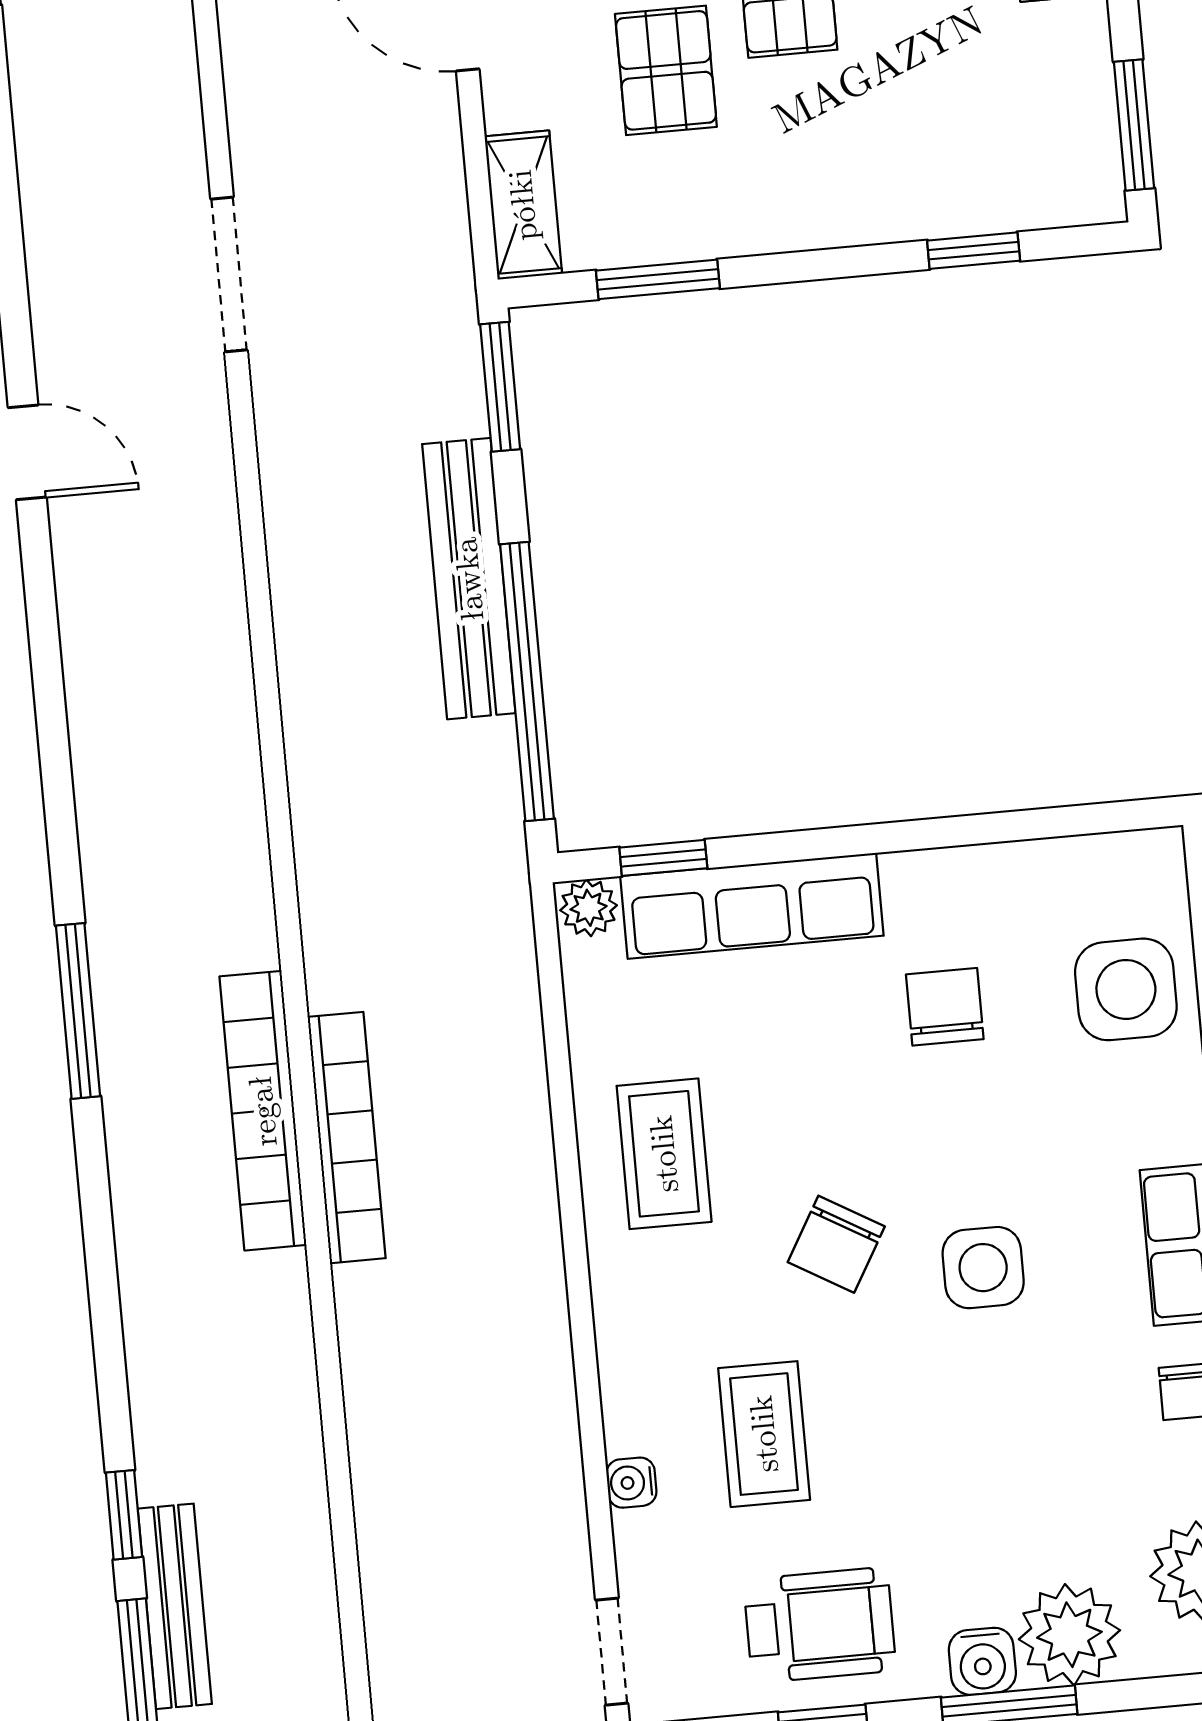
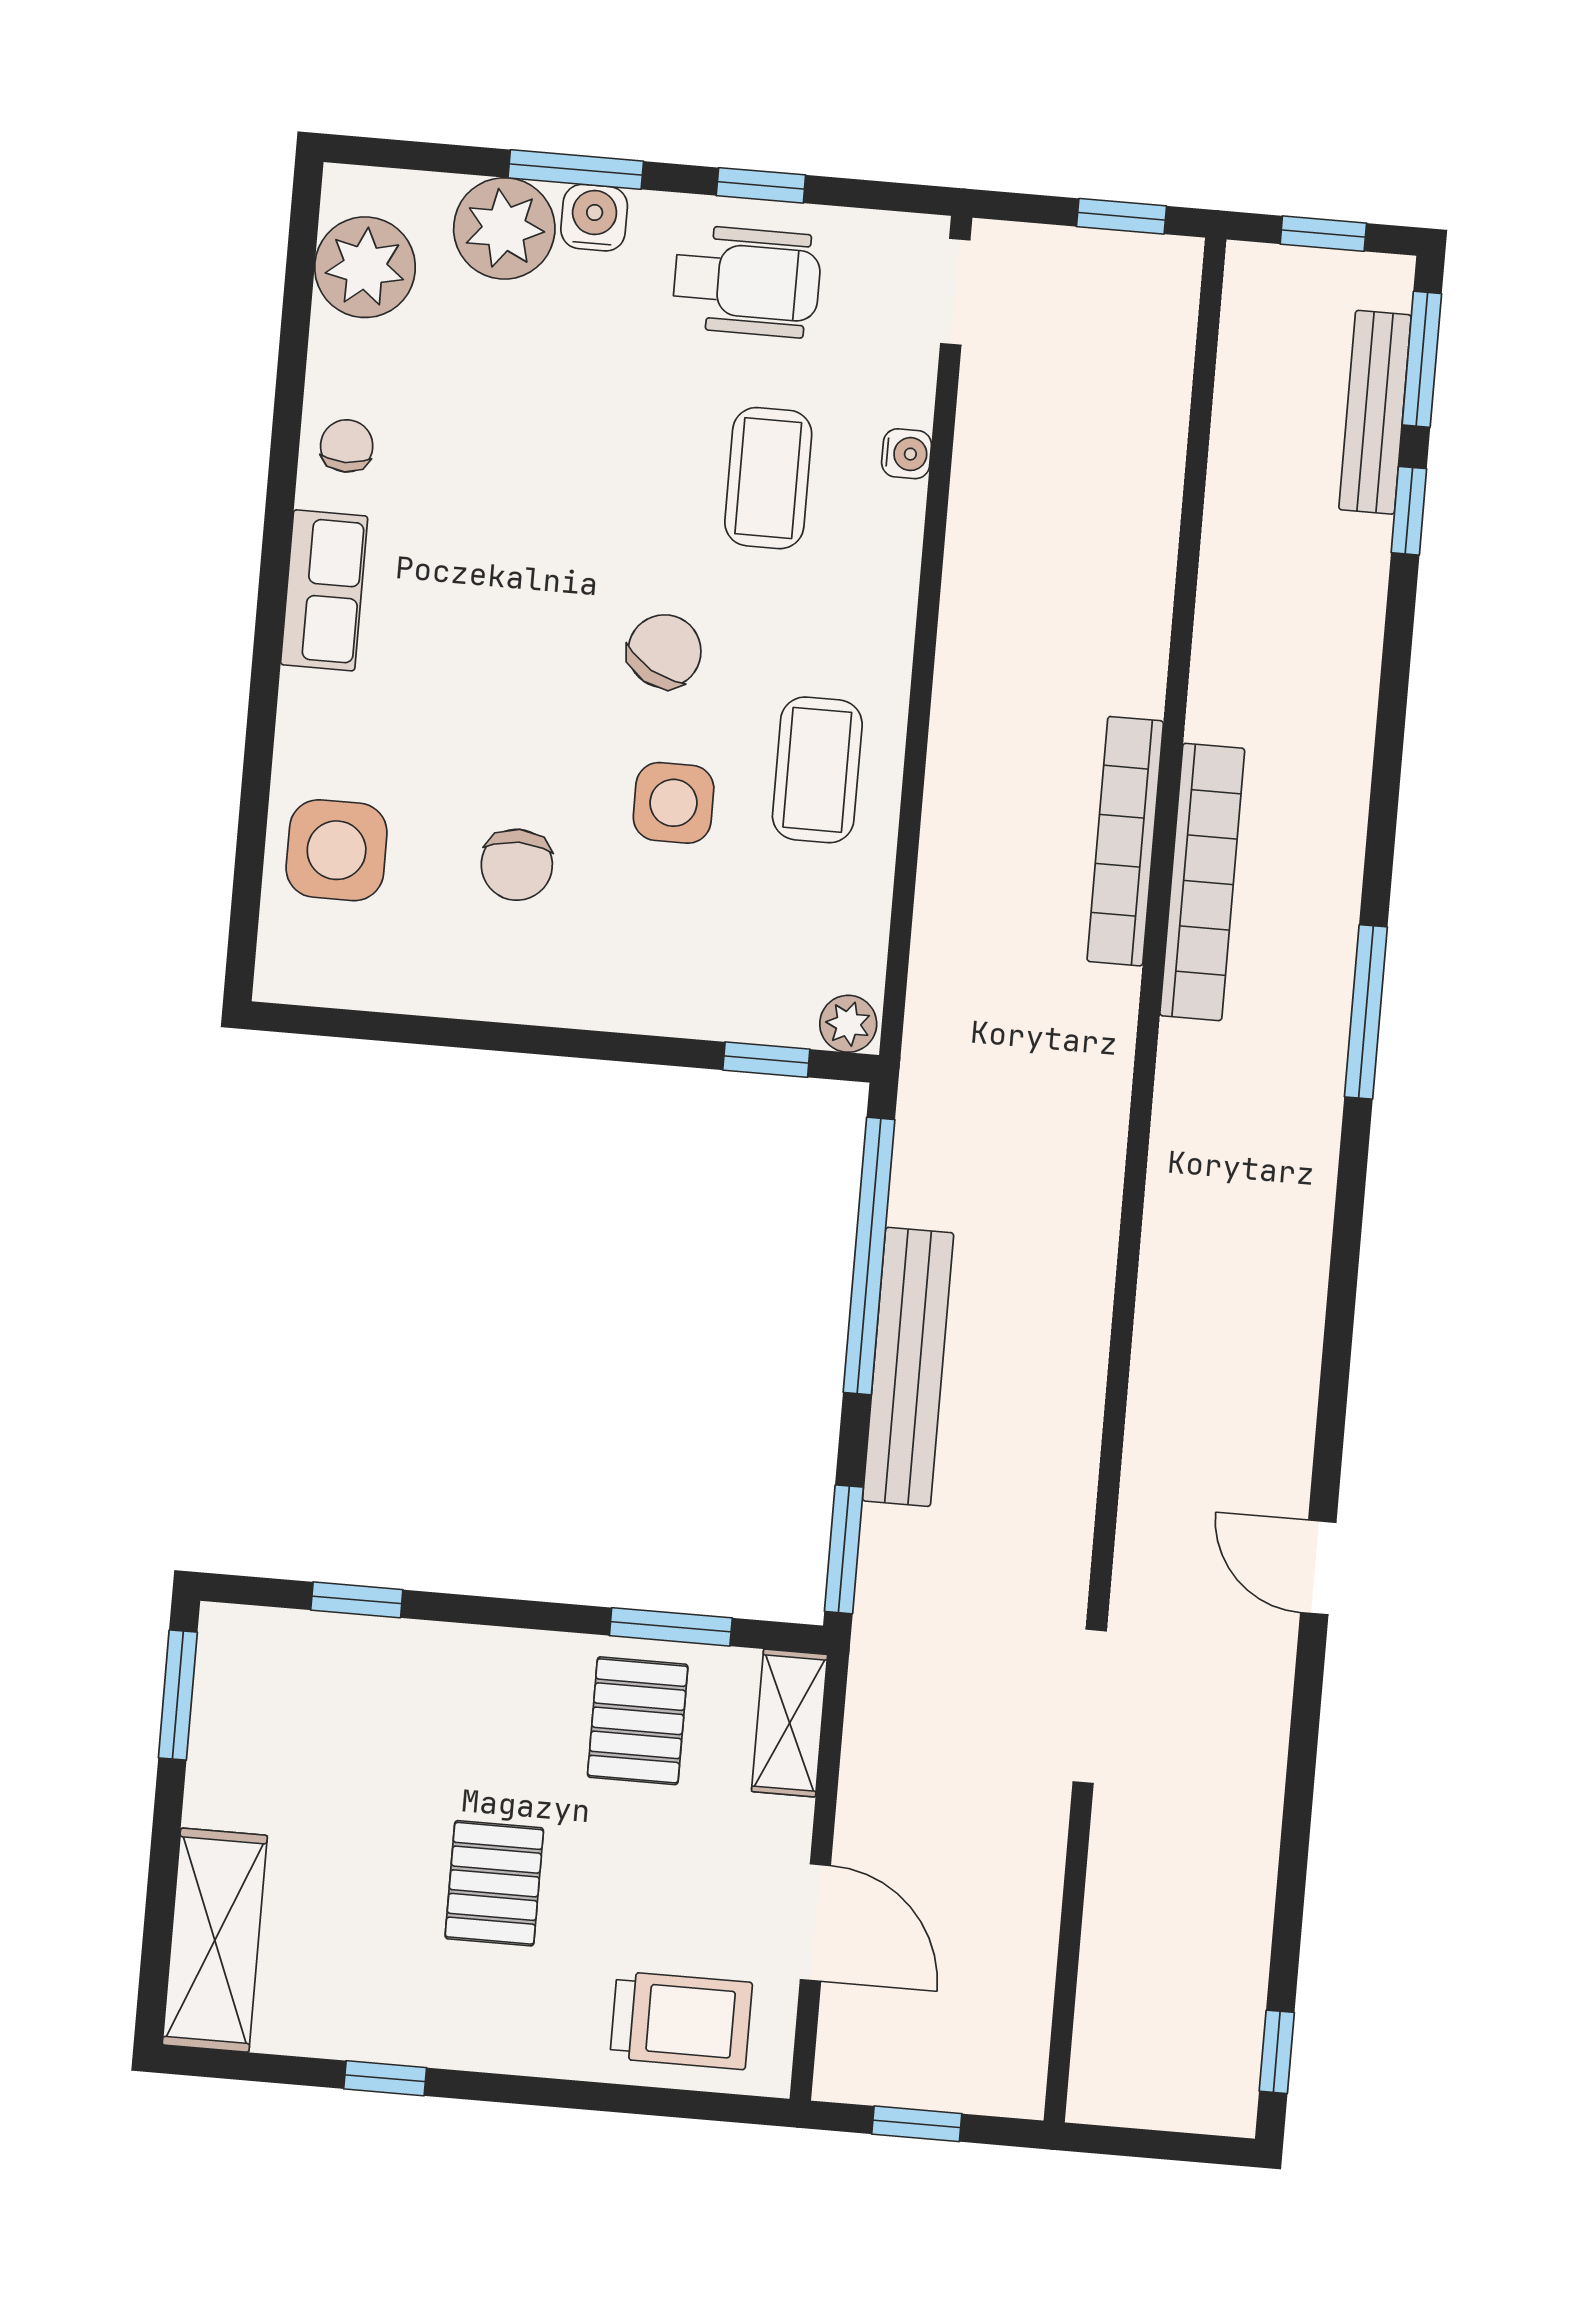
pallet: (666, 70) -> (638, 1721), moved
row of seats: (752, 906) -> (688, 997), removed
side table: (983, 1268) -> (674, 803), moved
wheelchair: (820, 1625) -> (747, 281), turned 180

